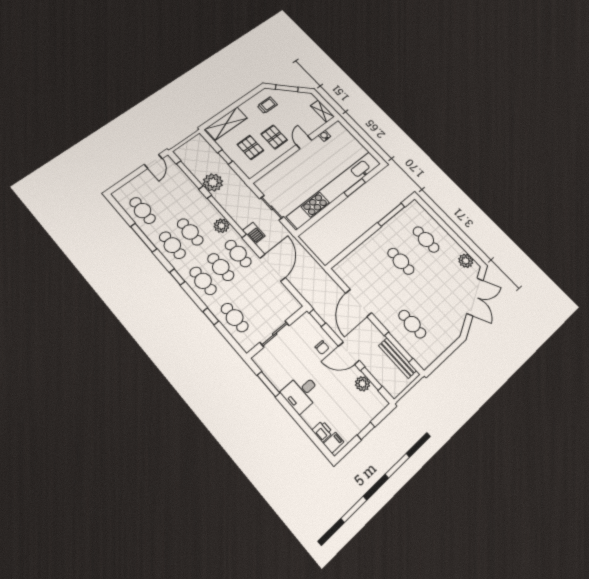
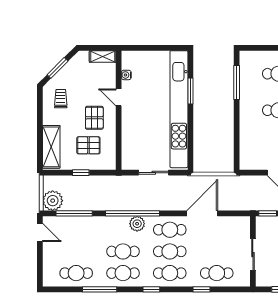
pallet: (274, 137) -> (94, 118), turned 90
plant: (213, 182) -> (53, 201), moved
barbecue: (254, 233) -> (163, 204), removed
door: (273, 268) -> (202, 213), hinge flipped

